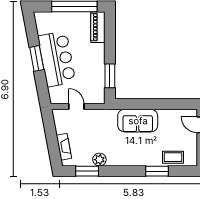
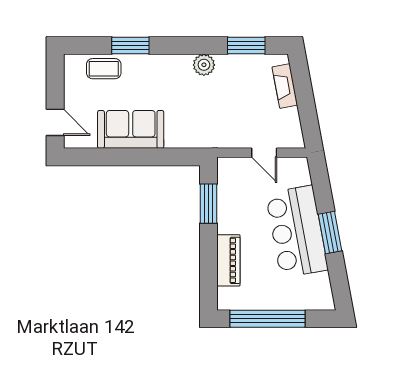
piano: (98, 27) -> (228, 260), moved
sofa: (138, 121) -> (131, 129), moved
plant: (99, 160) -> (204, 65), moved

